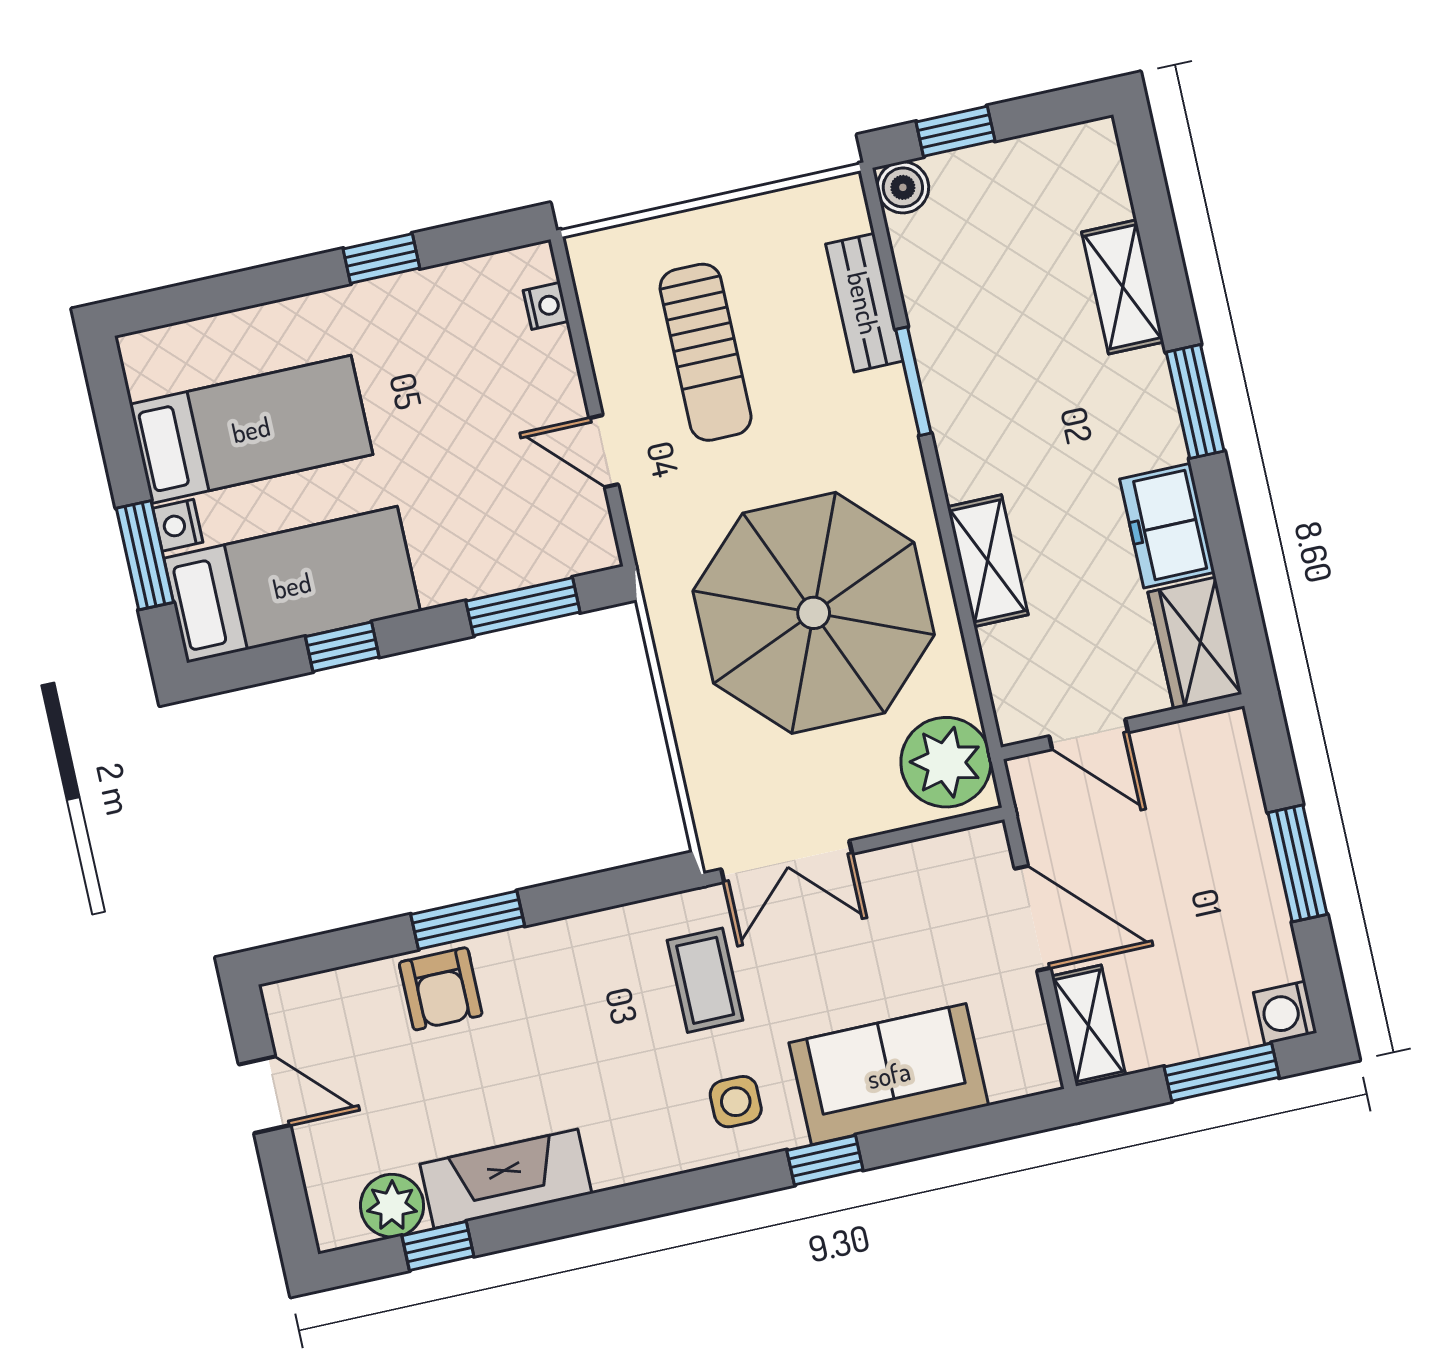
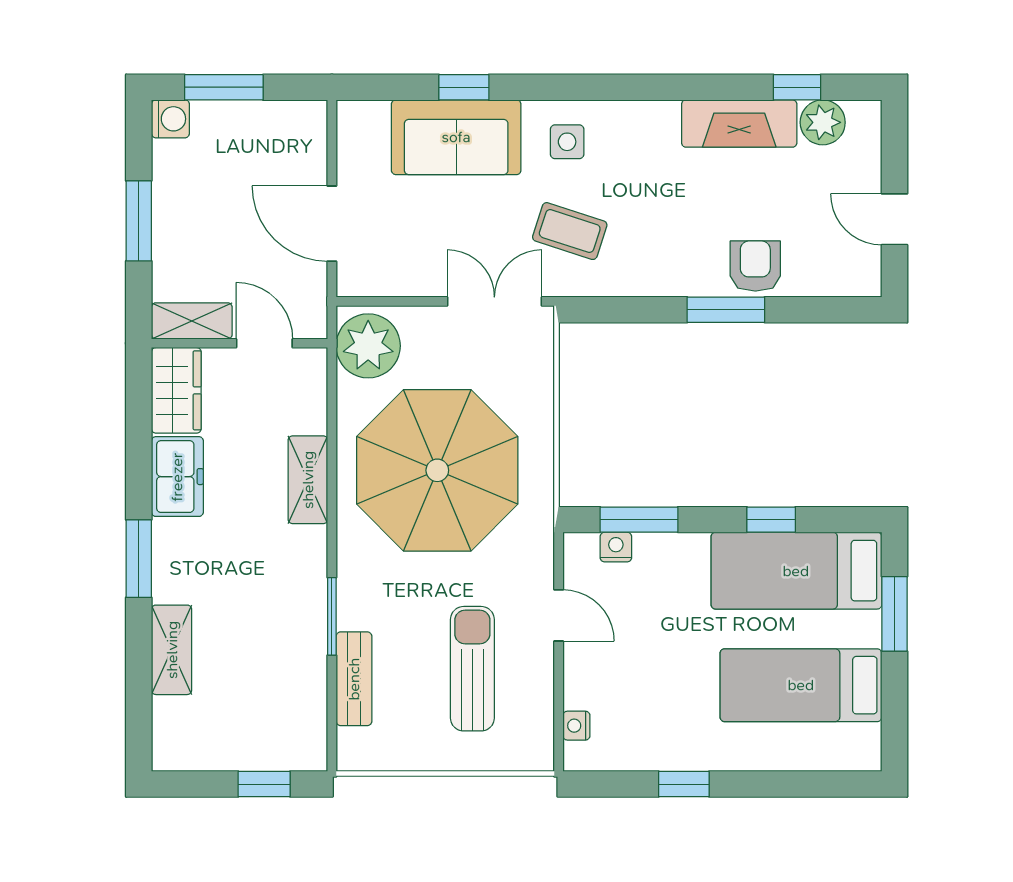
boiler: (903, 187) -> (309, 753), removed
nightstand: (178, 525) -> (616, 547), moved, turned -90
coffee table: (705, 980) -> (570, 231), turned -72
shelving: (1088, 1026) -> (192, 321), moved, turned 90
window: (825, 1160) -> (464, 87), moved

